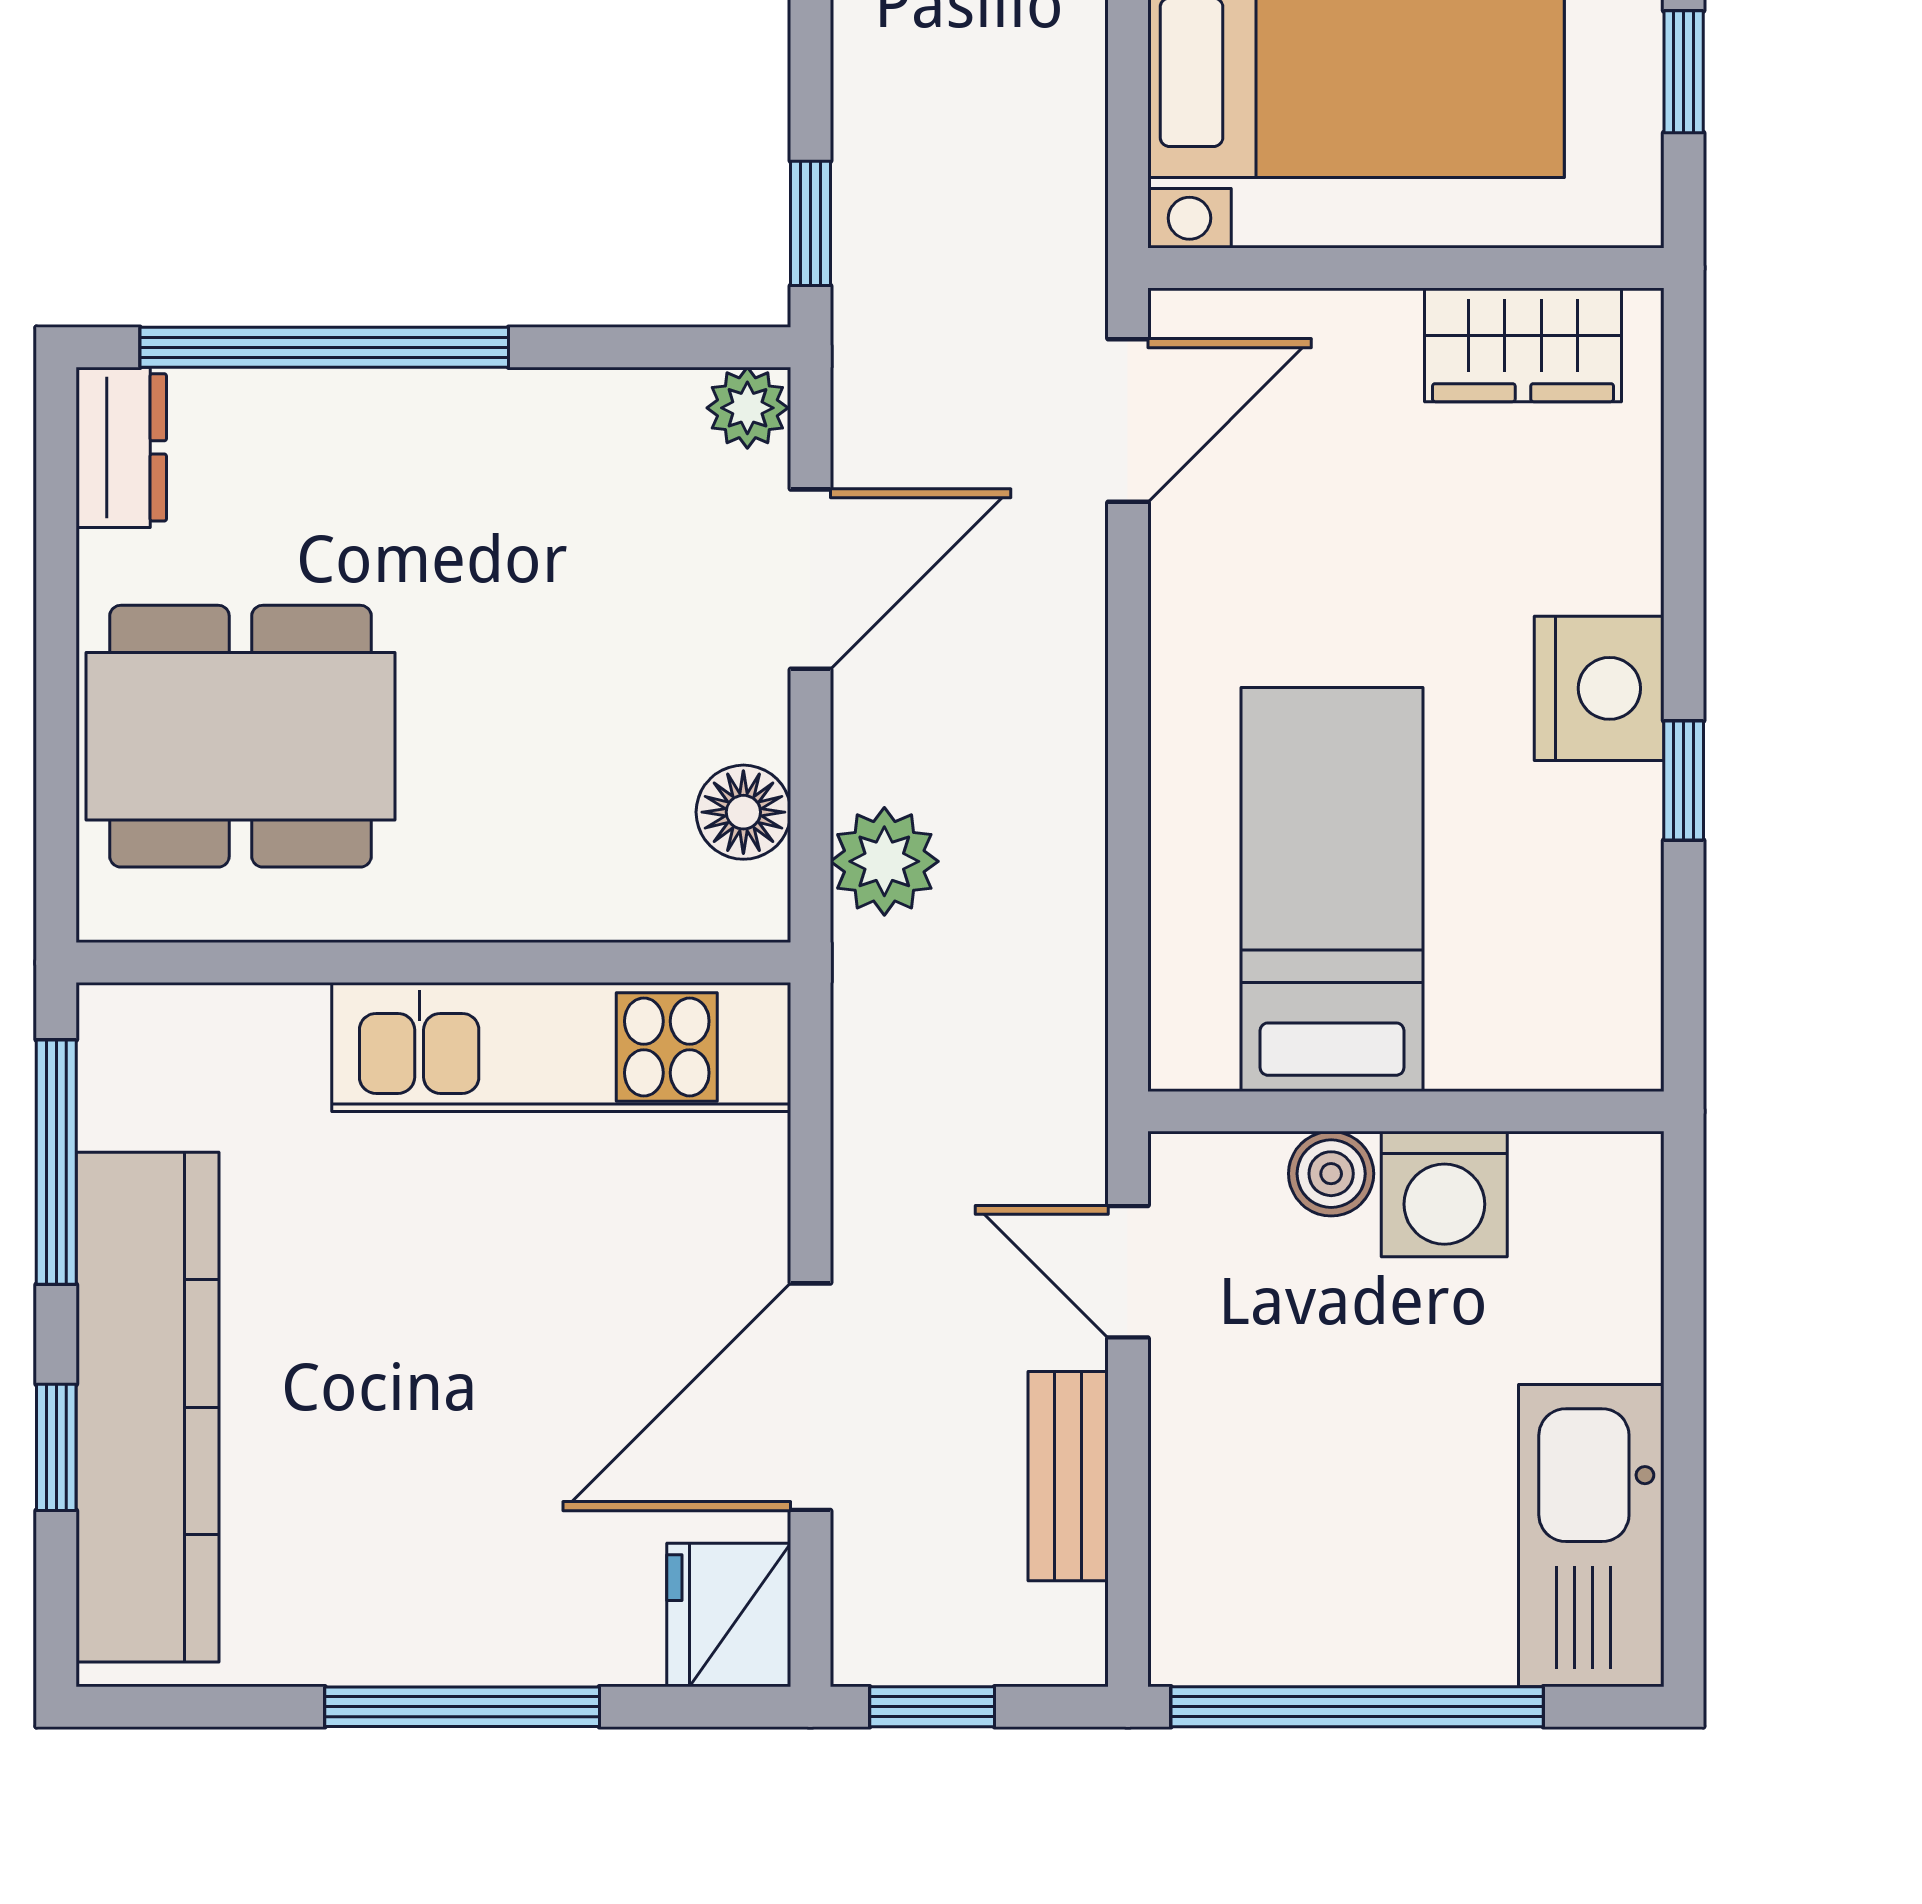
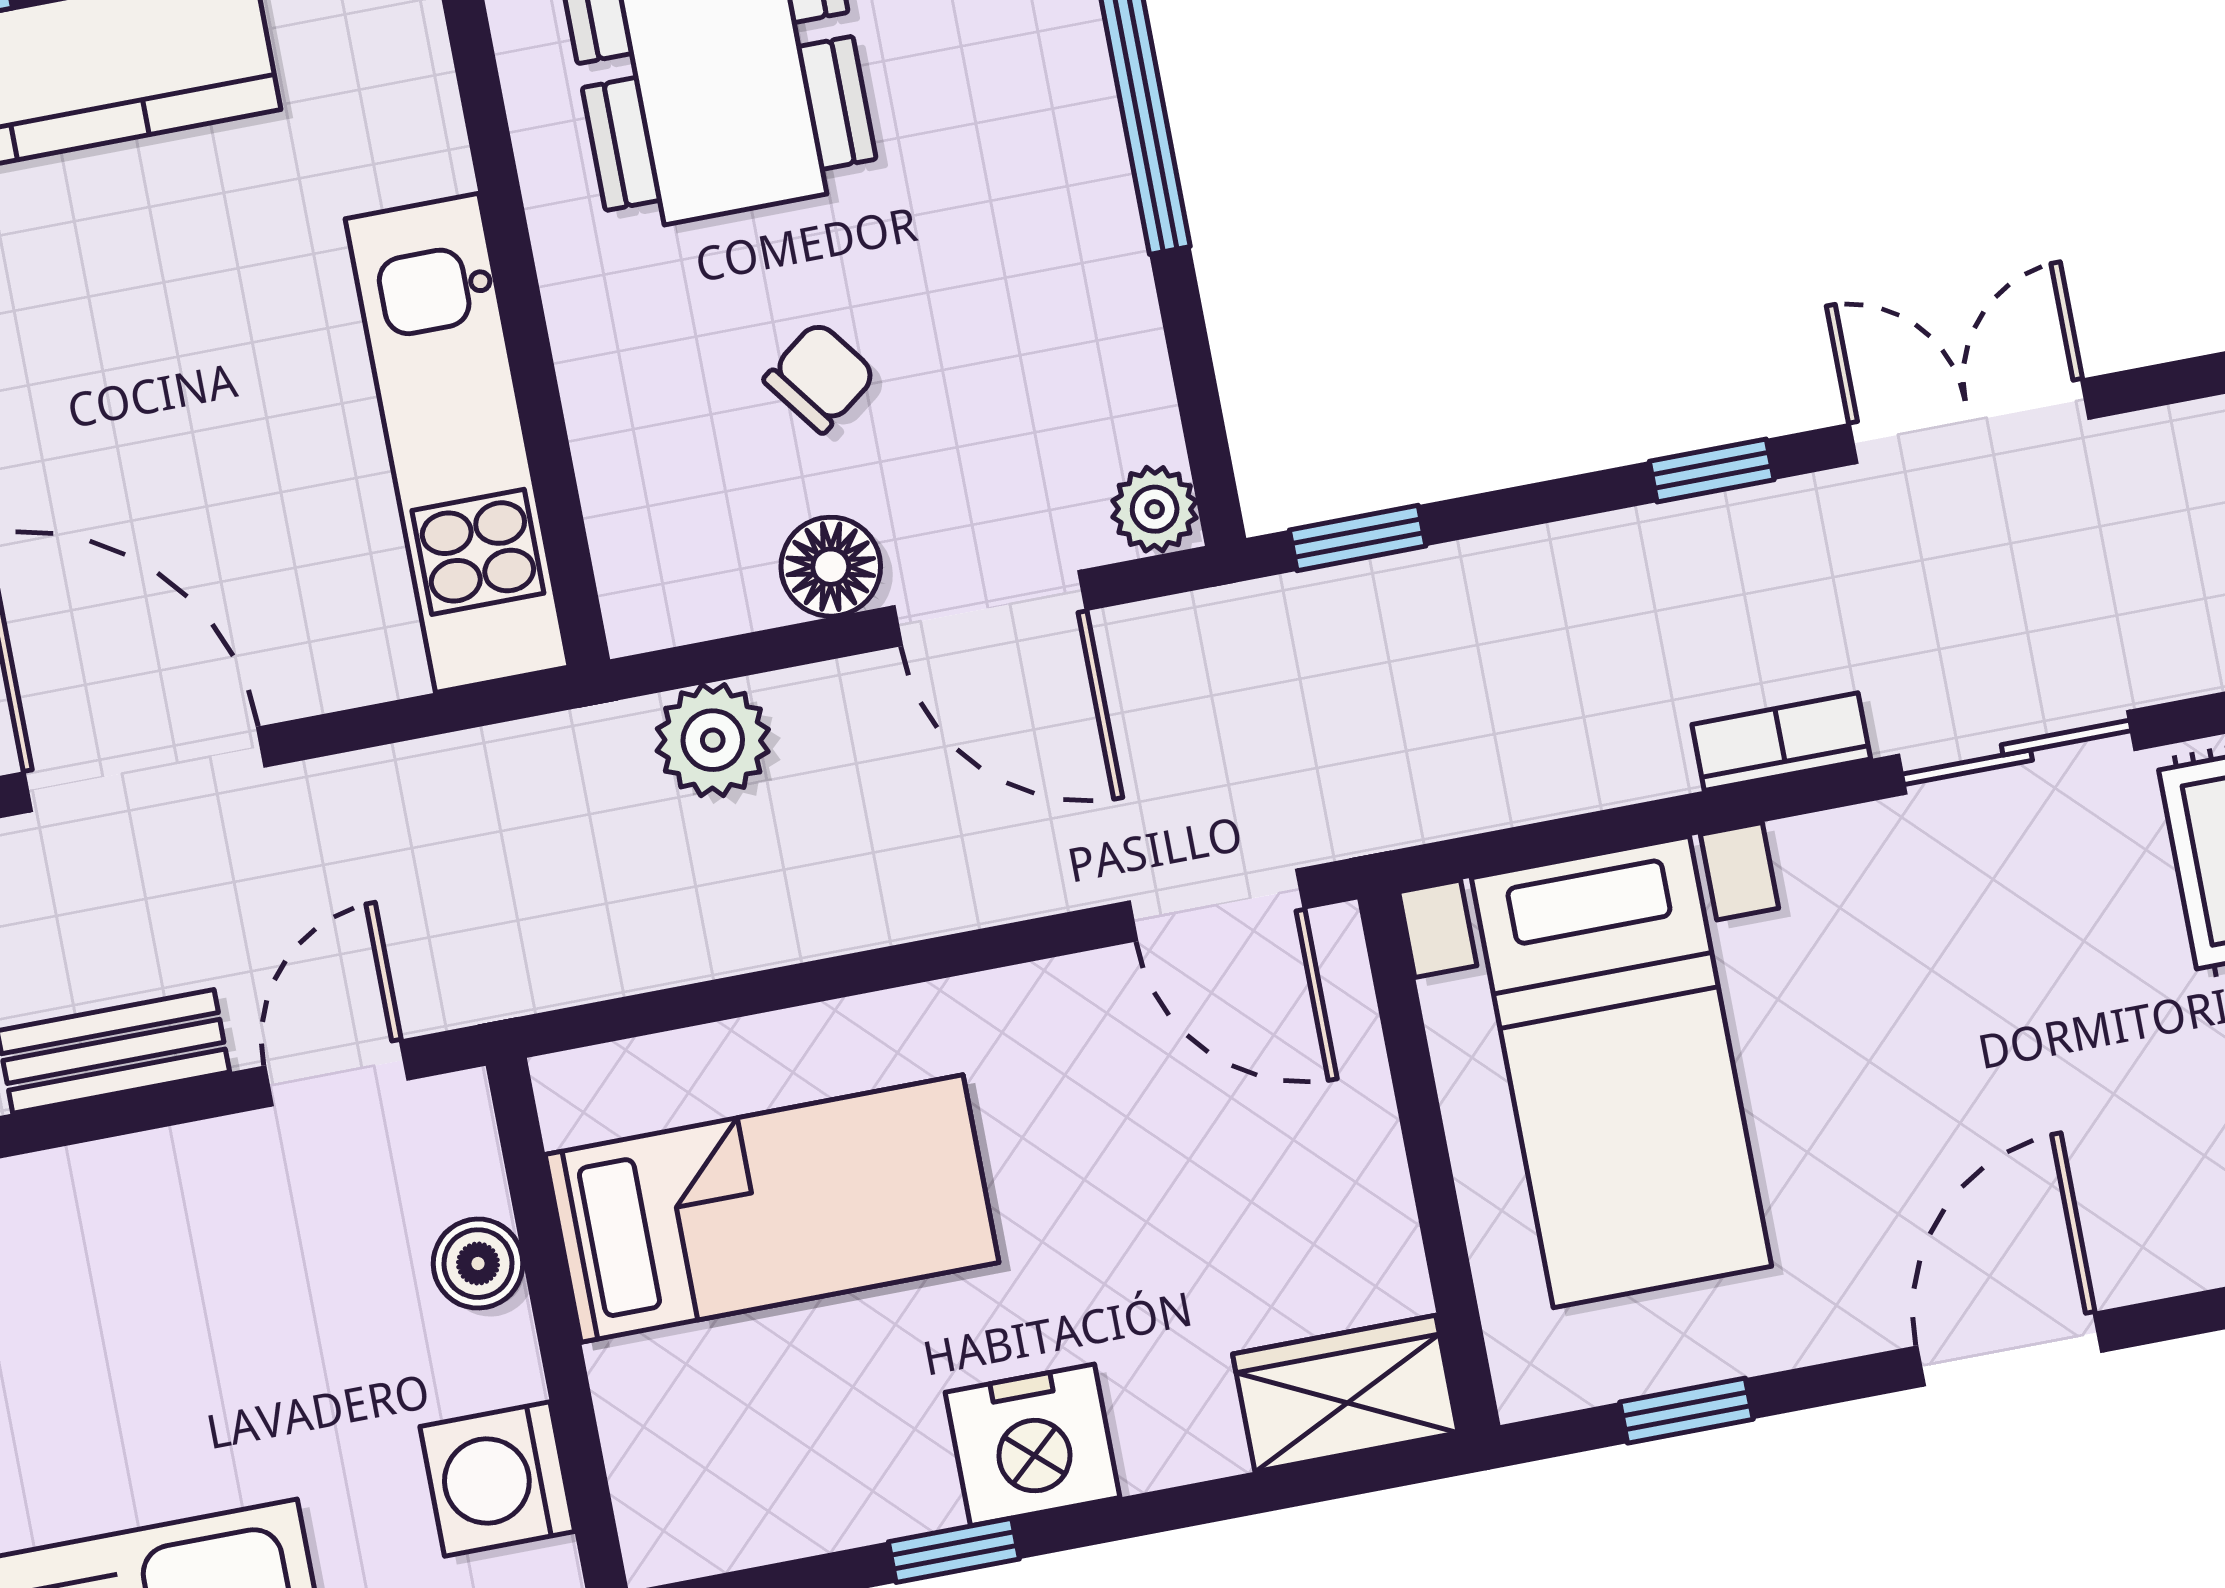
wardrobe: (1523, 345) -> (1345, 1393), moved, turned 90
chair: (565, 697) -> (820, 377), added
floor lamp: (743, 812) -> (831, 567), moved
washing machine: (1444, 1194) -> (497, 1479), moved

